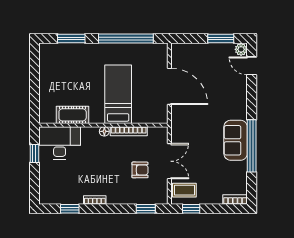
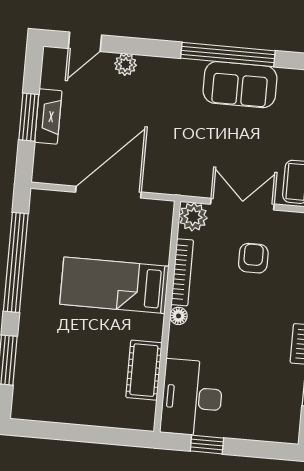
window: (221, 38) -> (29, 117), moved
fireplace: (208, 49) -> (48, 116), added
plant: (241, 49) -> (126, 64), moved
plant: (160, 135) -> (193, 217), added
sofa: (236, 140) -> (240, 85), moved

